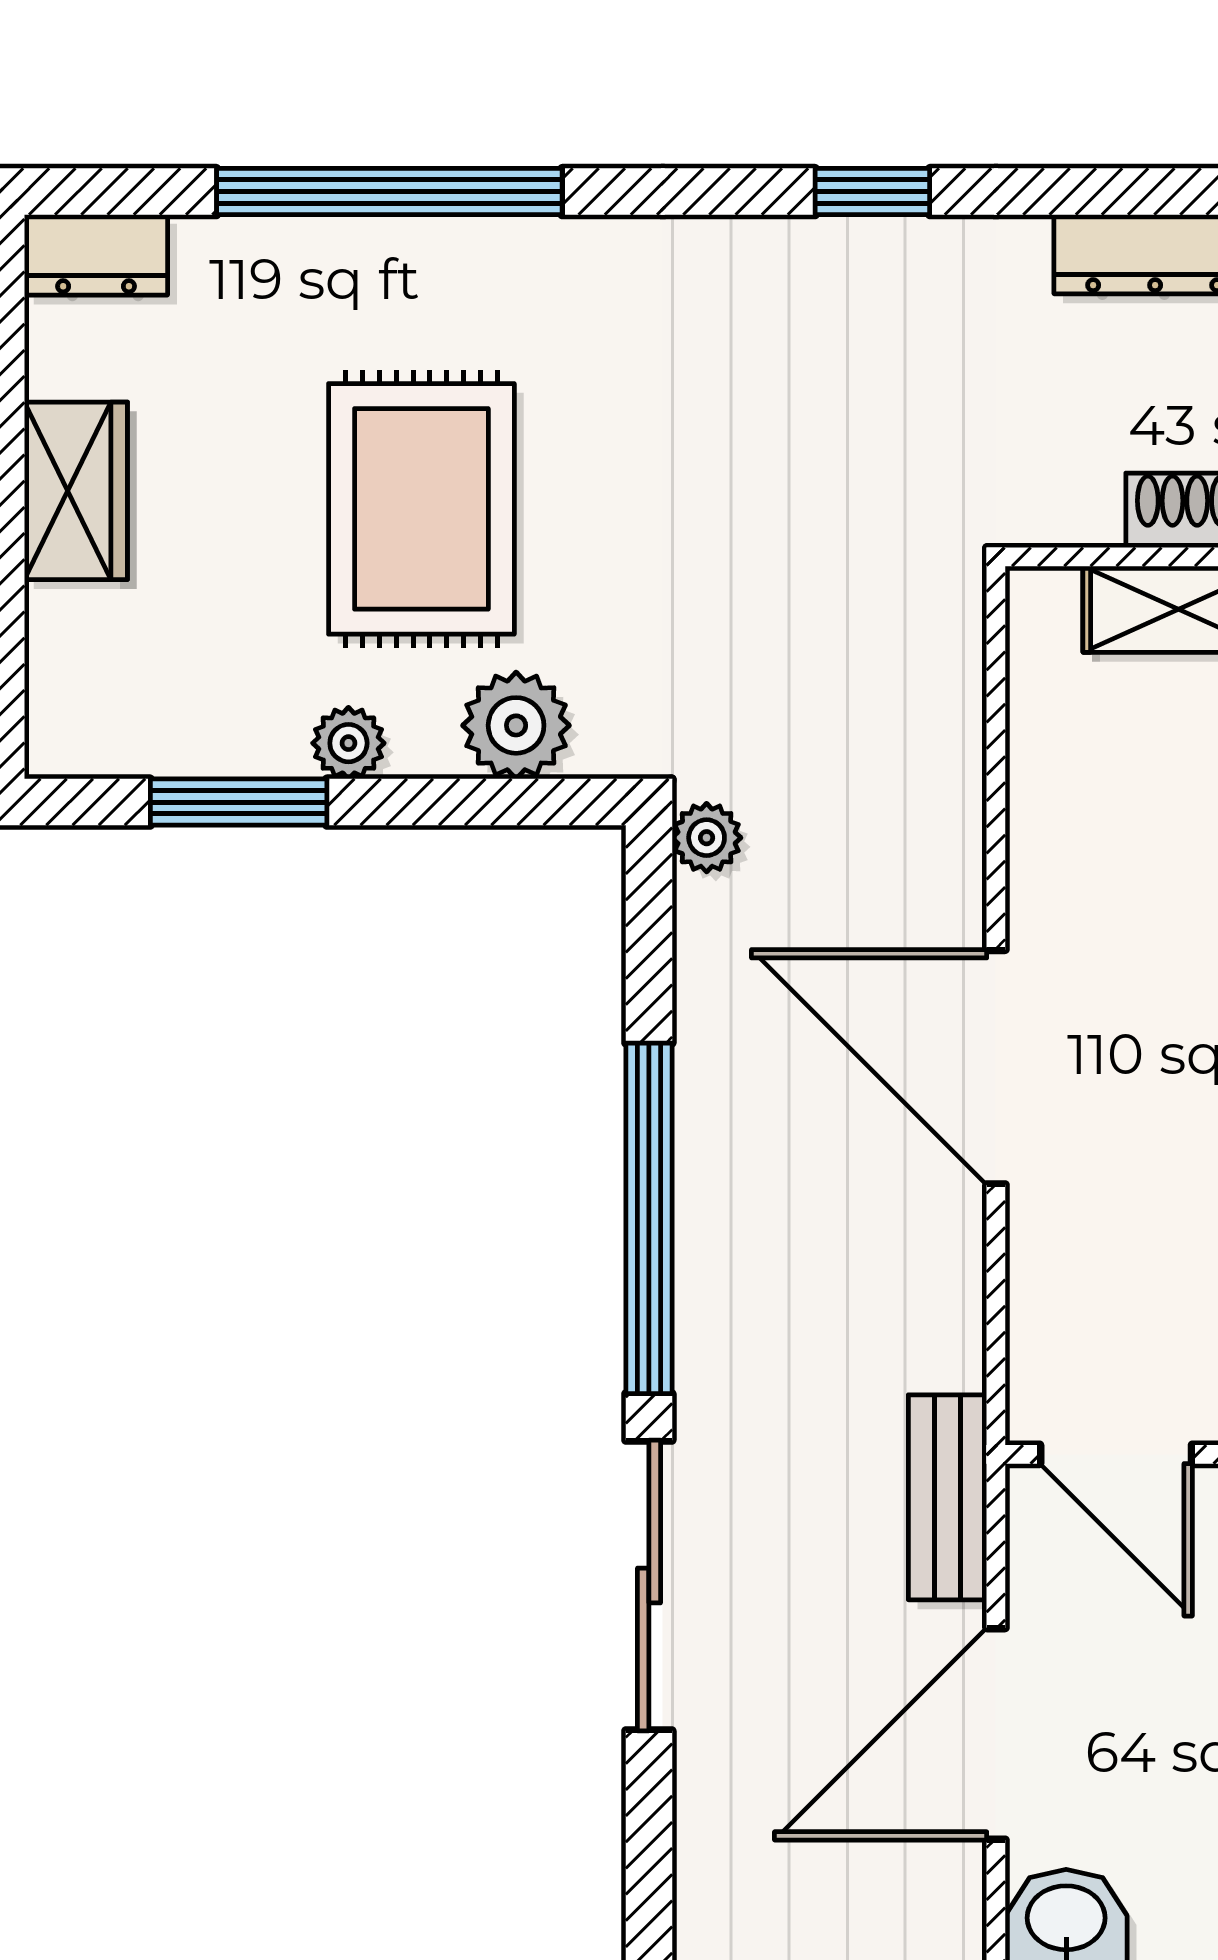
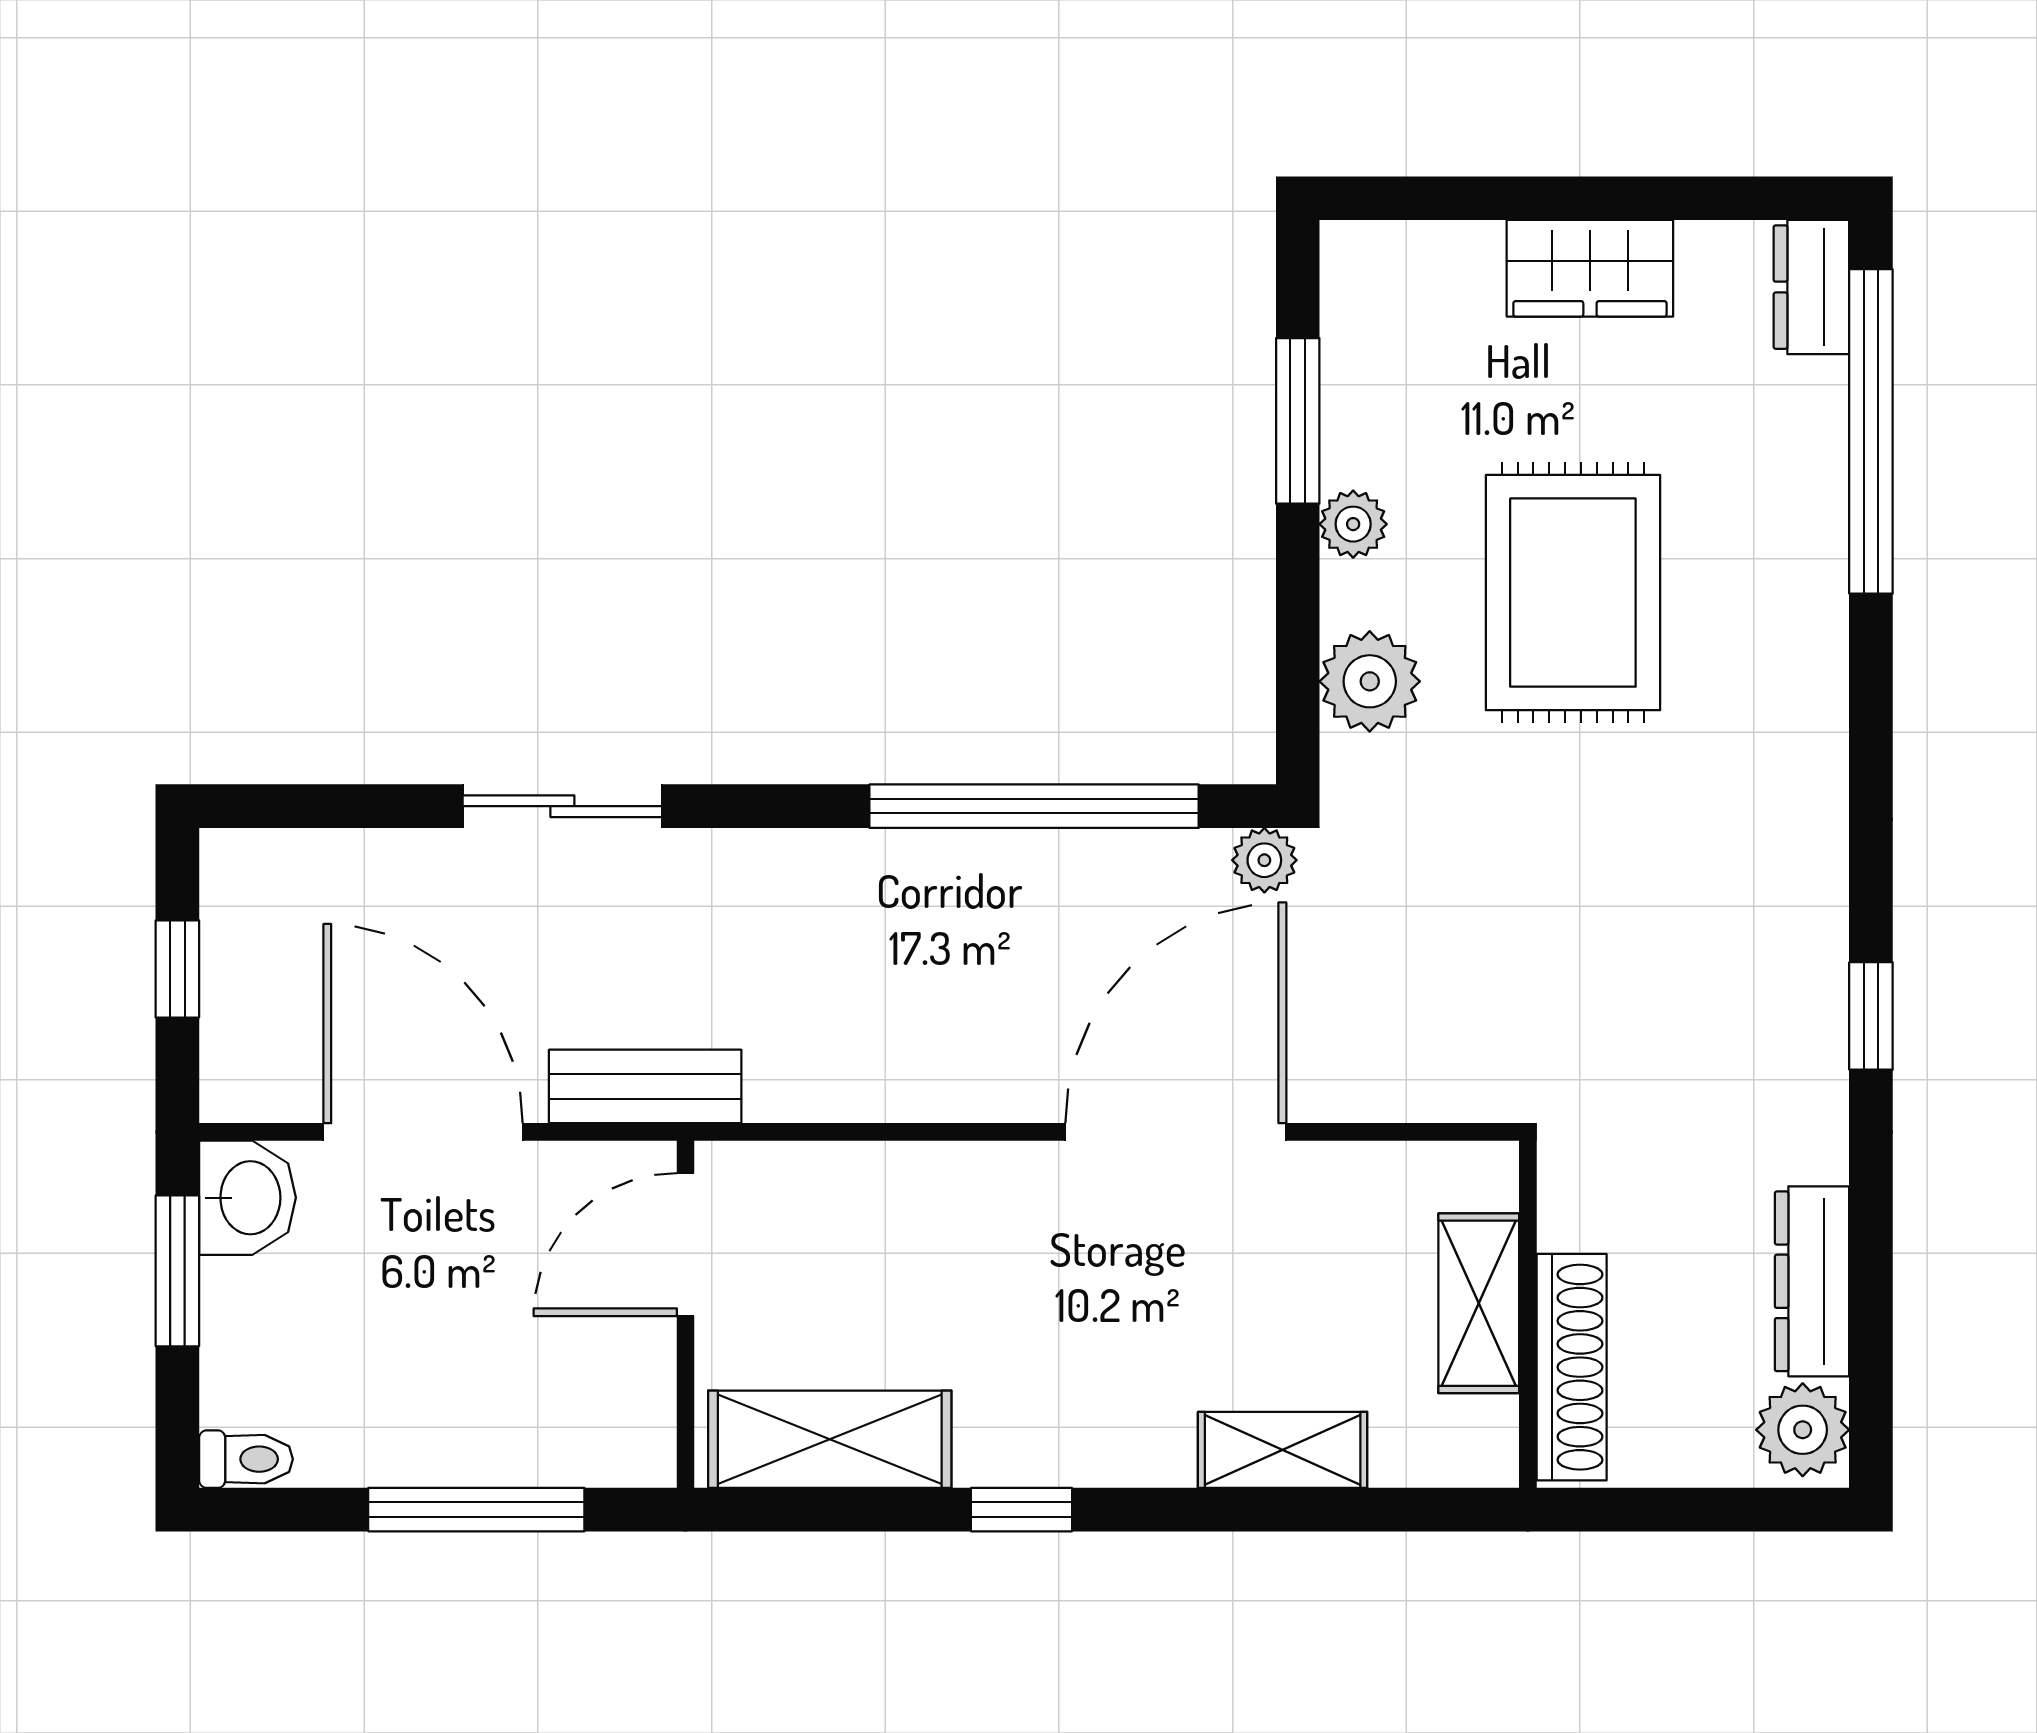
window: (389, 192) -> (1871, 431), moved
rug: (421, 509) -> (1573, 593), turned 90
door: (996, 1067) -> (1176, 1132), moved
window: (649, 1218) -> (1034, 806), moved
sliding door: (649, 1585) -> (562, 806), width x0.73

